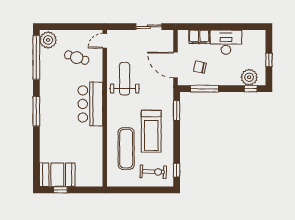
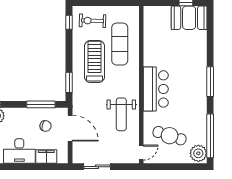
cafe table: (77, 58) -> (170, 136), width x1.37, depth x1.35

